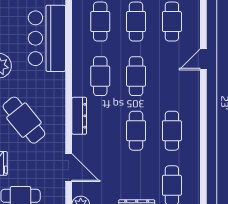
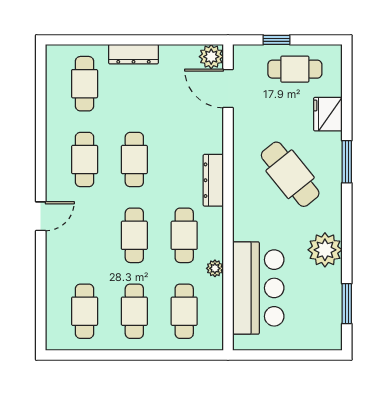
plant: (78, 52) -> (215, 268), added
door: (203, 59) -> (41, 216), moved
door: (69, 168) -> (228, 88), moved

